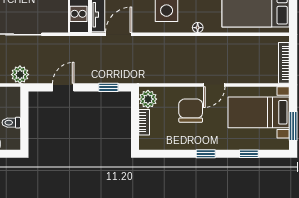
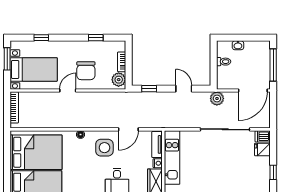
door: (119, 34) -> (128, 129), moved
door: (63, 87) -> (184, 89), swing flipped
window: (206, 154) -> (96, 38), moved

